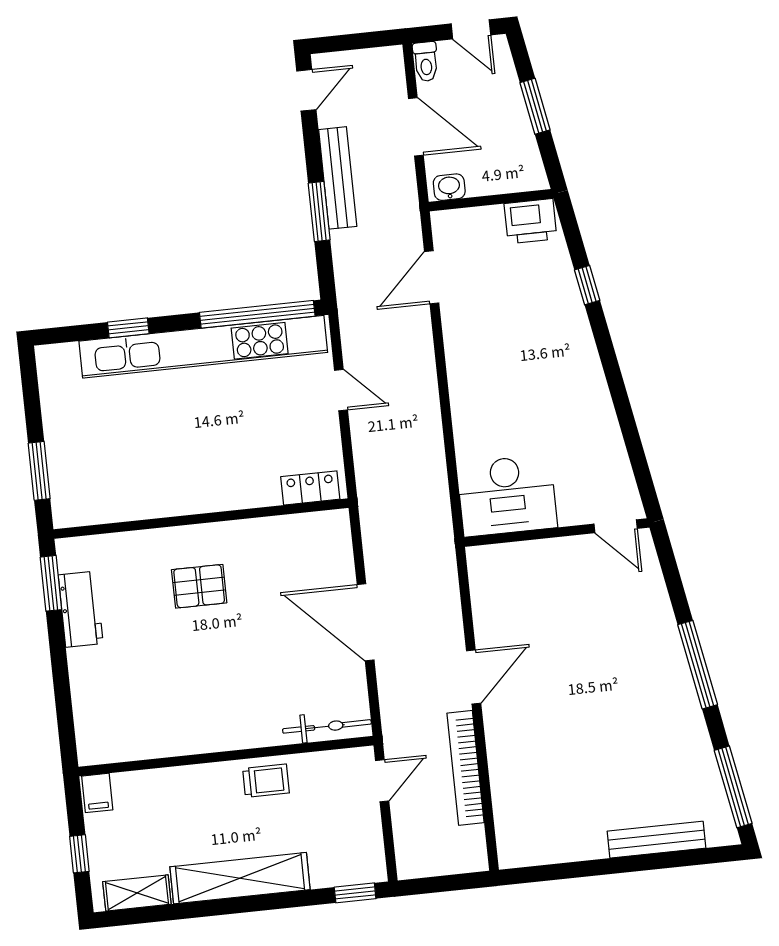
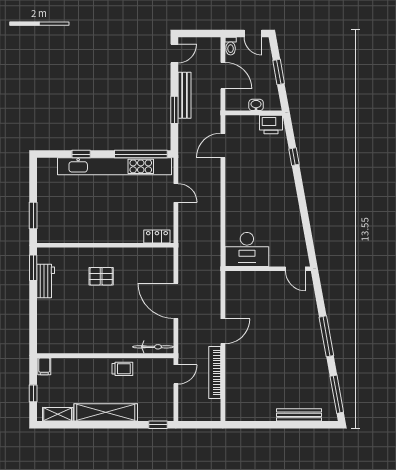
washbasin: (449, 187) -> (256, 105), moved

